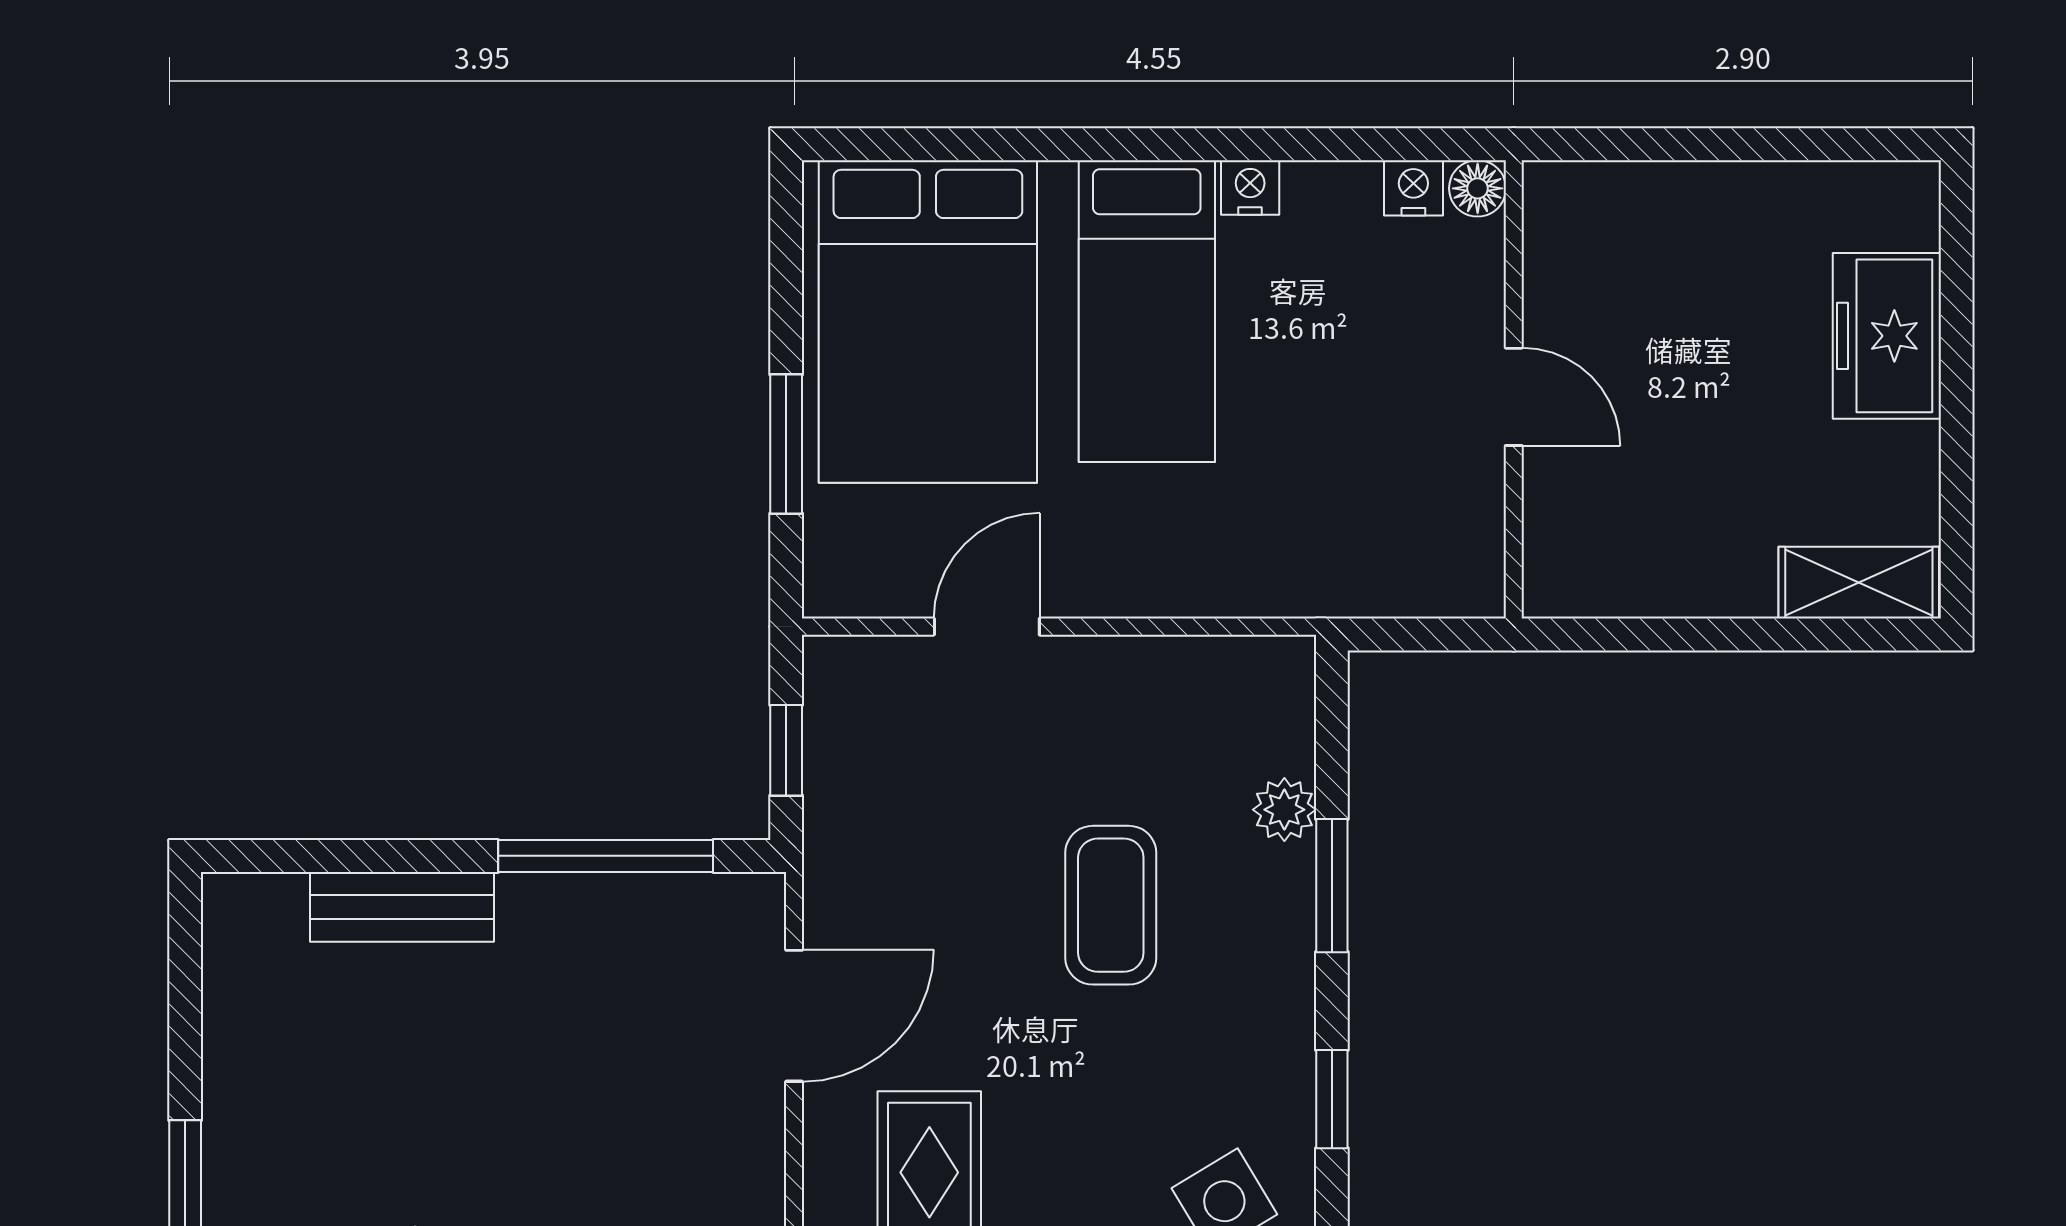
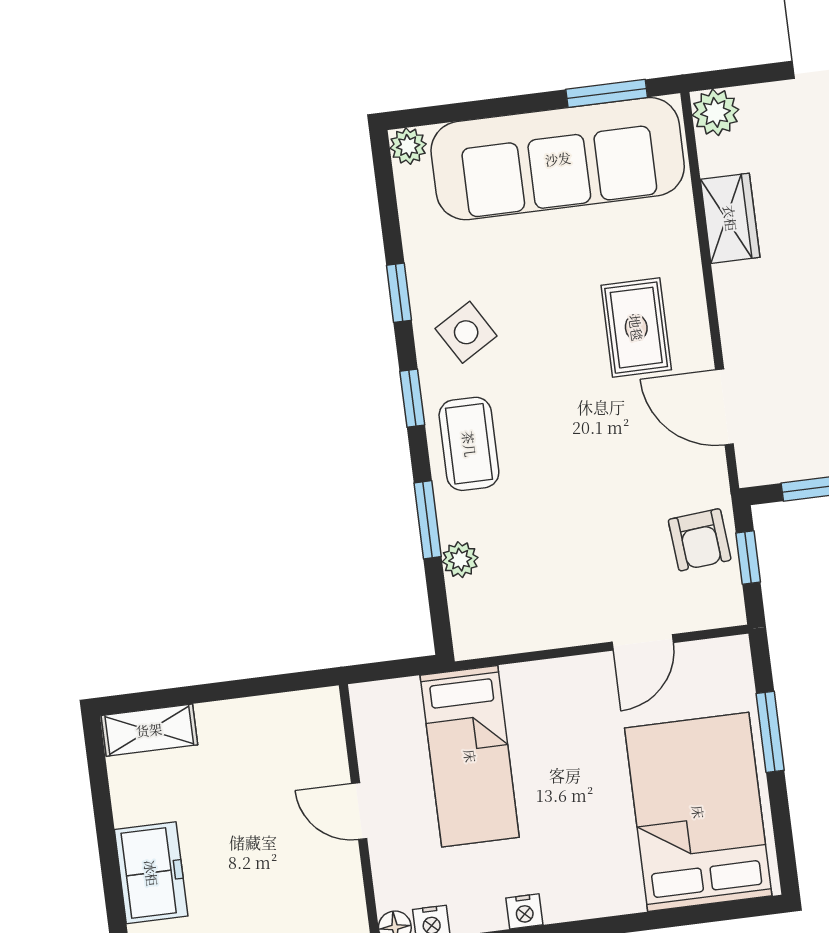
bed: (1147, 311) -> (470, 756), moved, turned 180
armchair: (866, 791) -> (700, 540), added
coffee table: (1111, 905) -> (469, 444), moved
door: (794, 1016) -> (724, 407), hinge flipped

